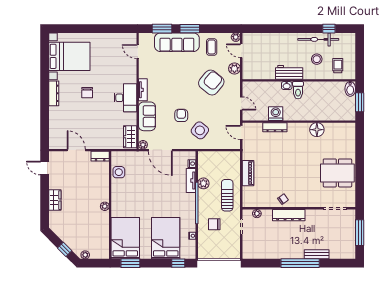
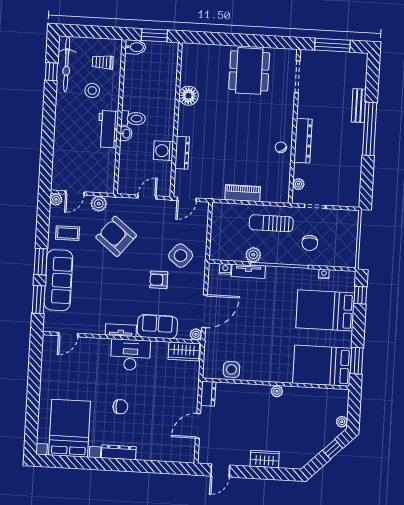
bicycle: (318, 39) -> (67, 64), moved

